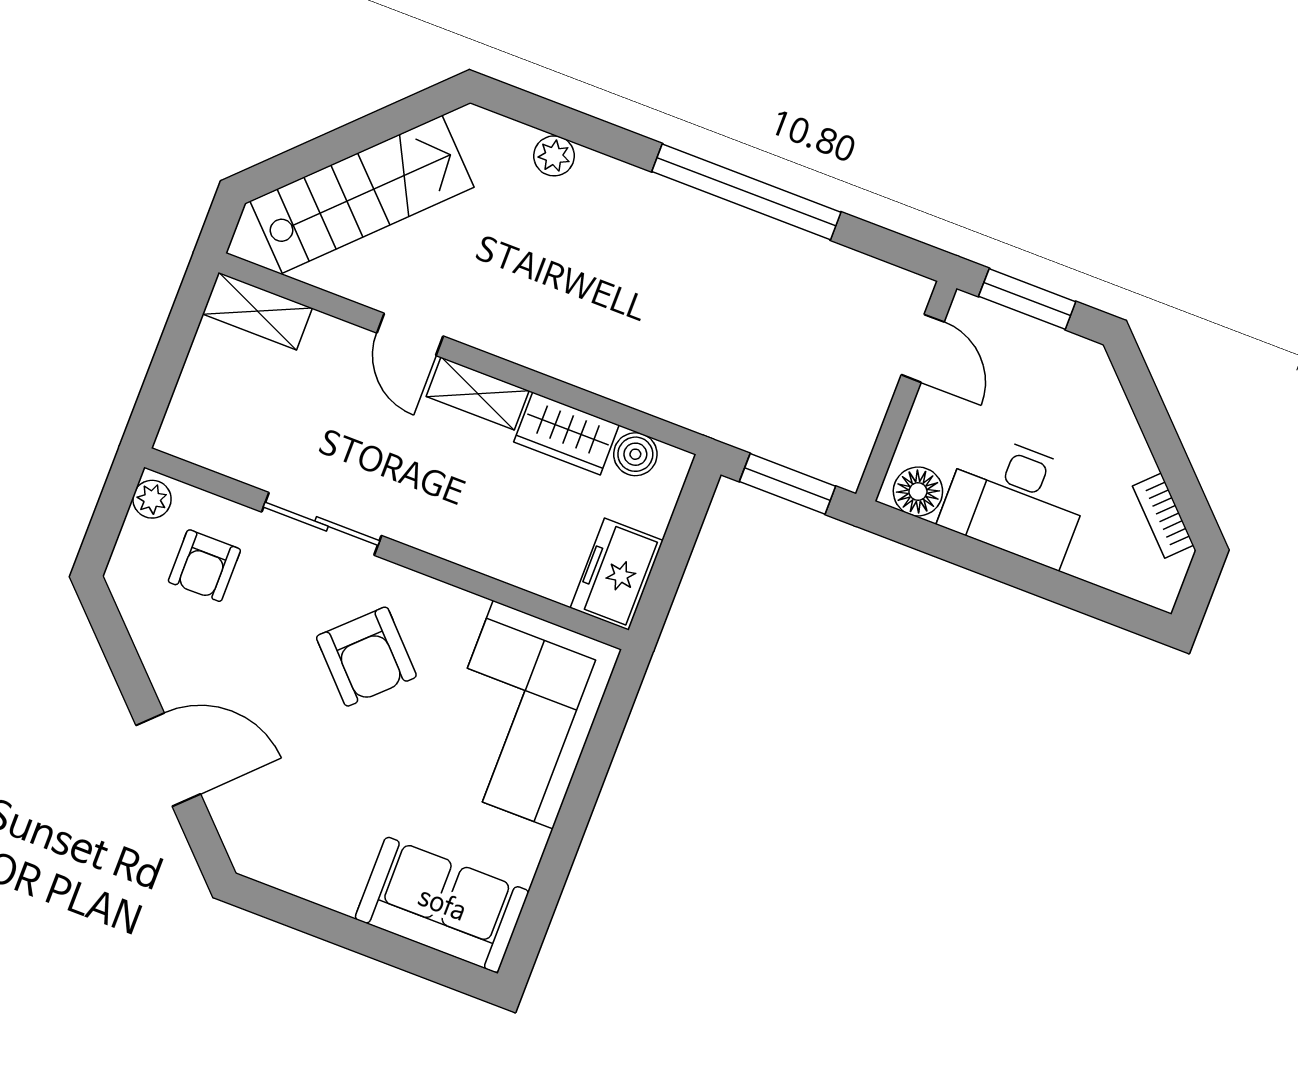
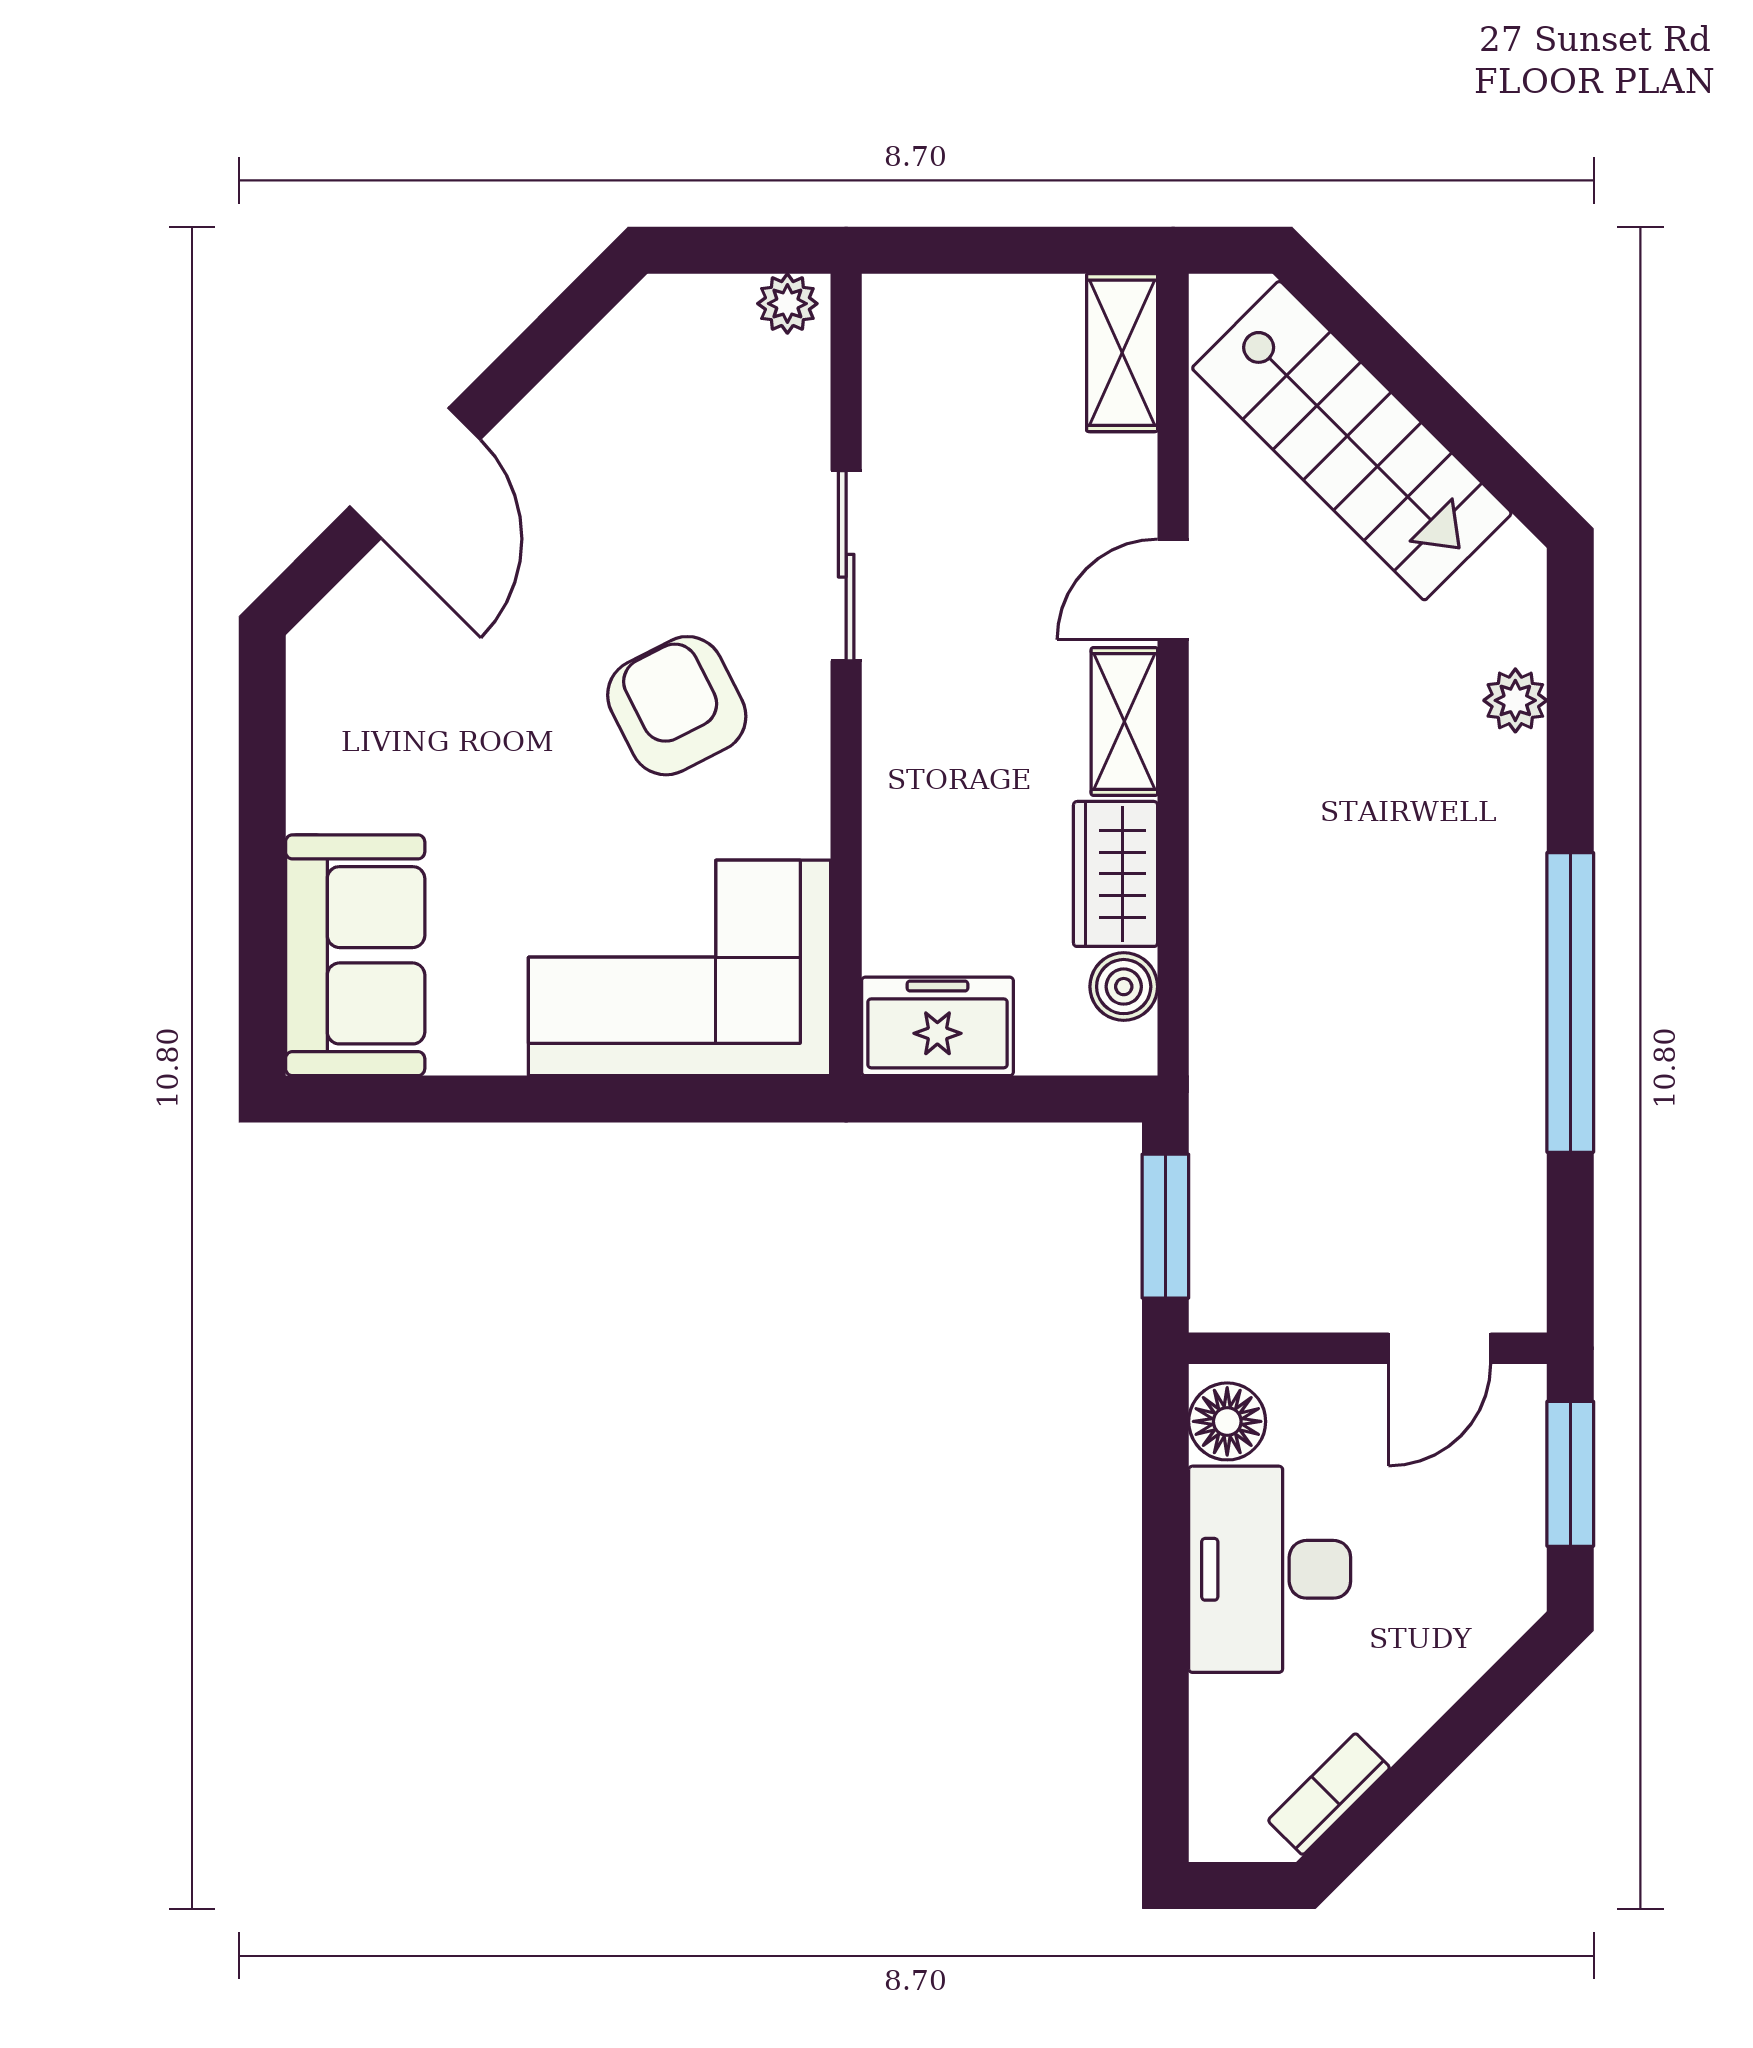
armchair: (204, 566) -> (719, 417), removed
armchair: (366, 657) -> (677, 706), turned 107

